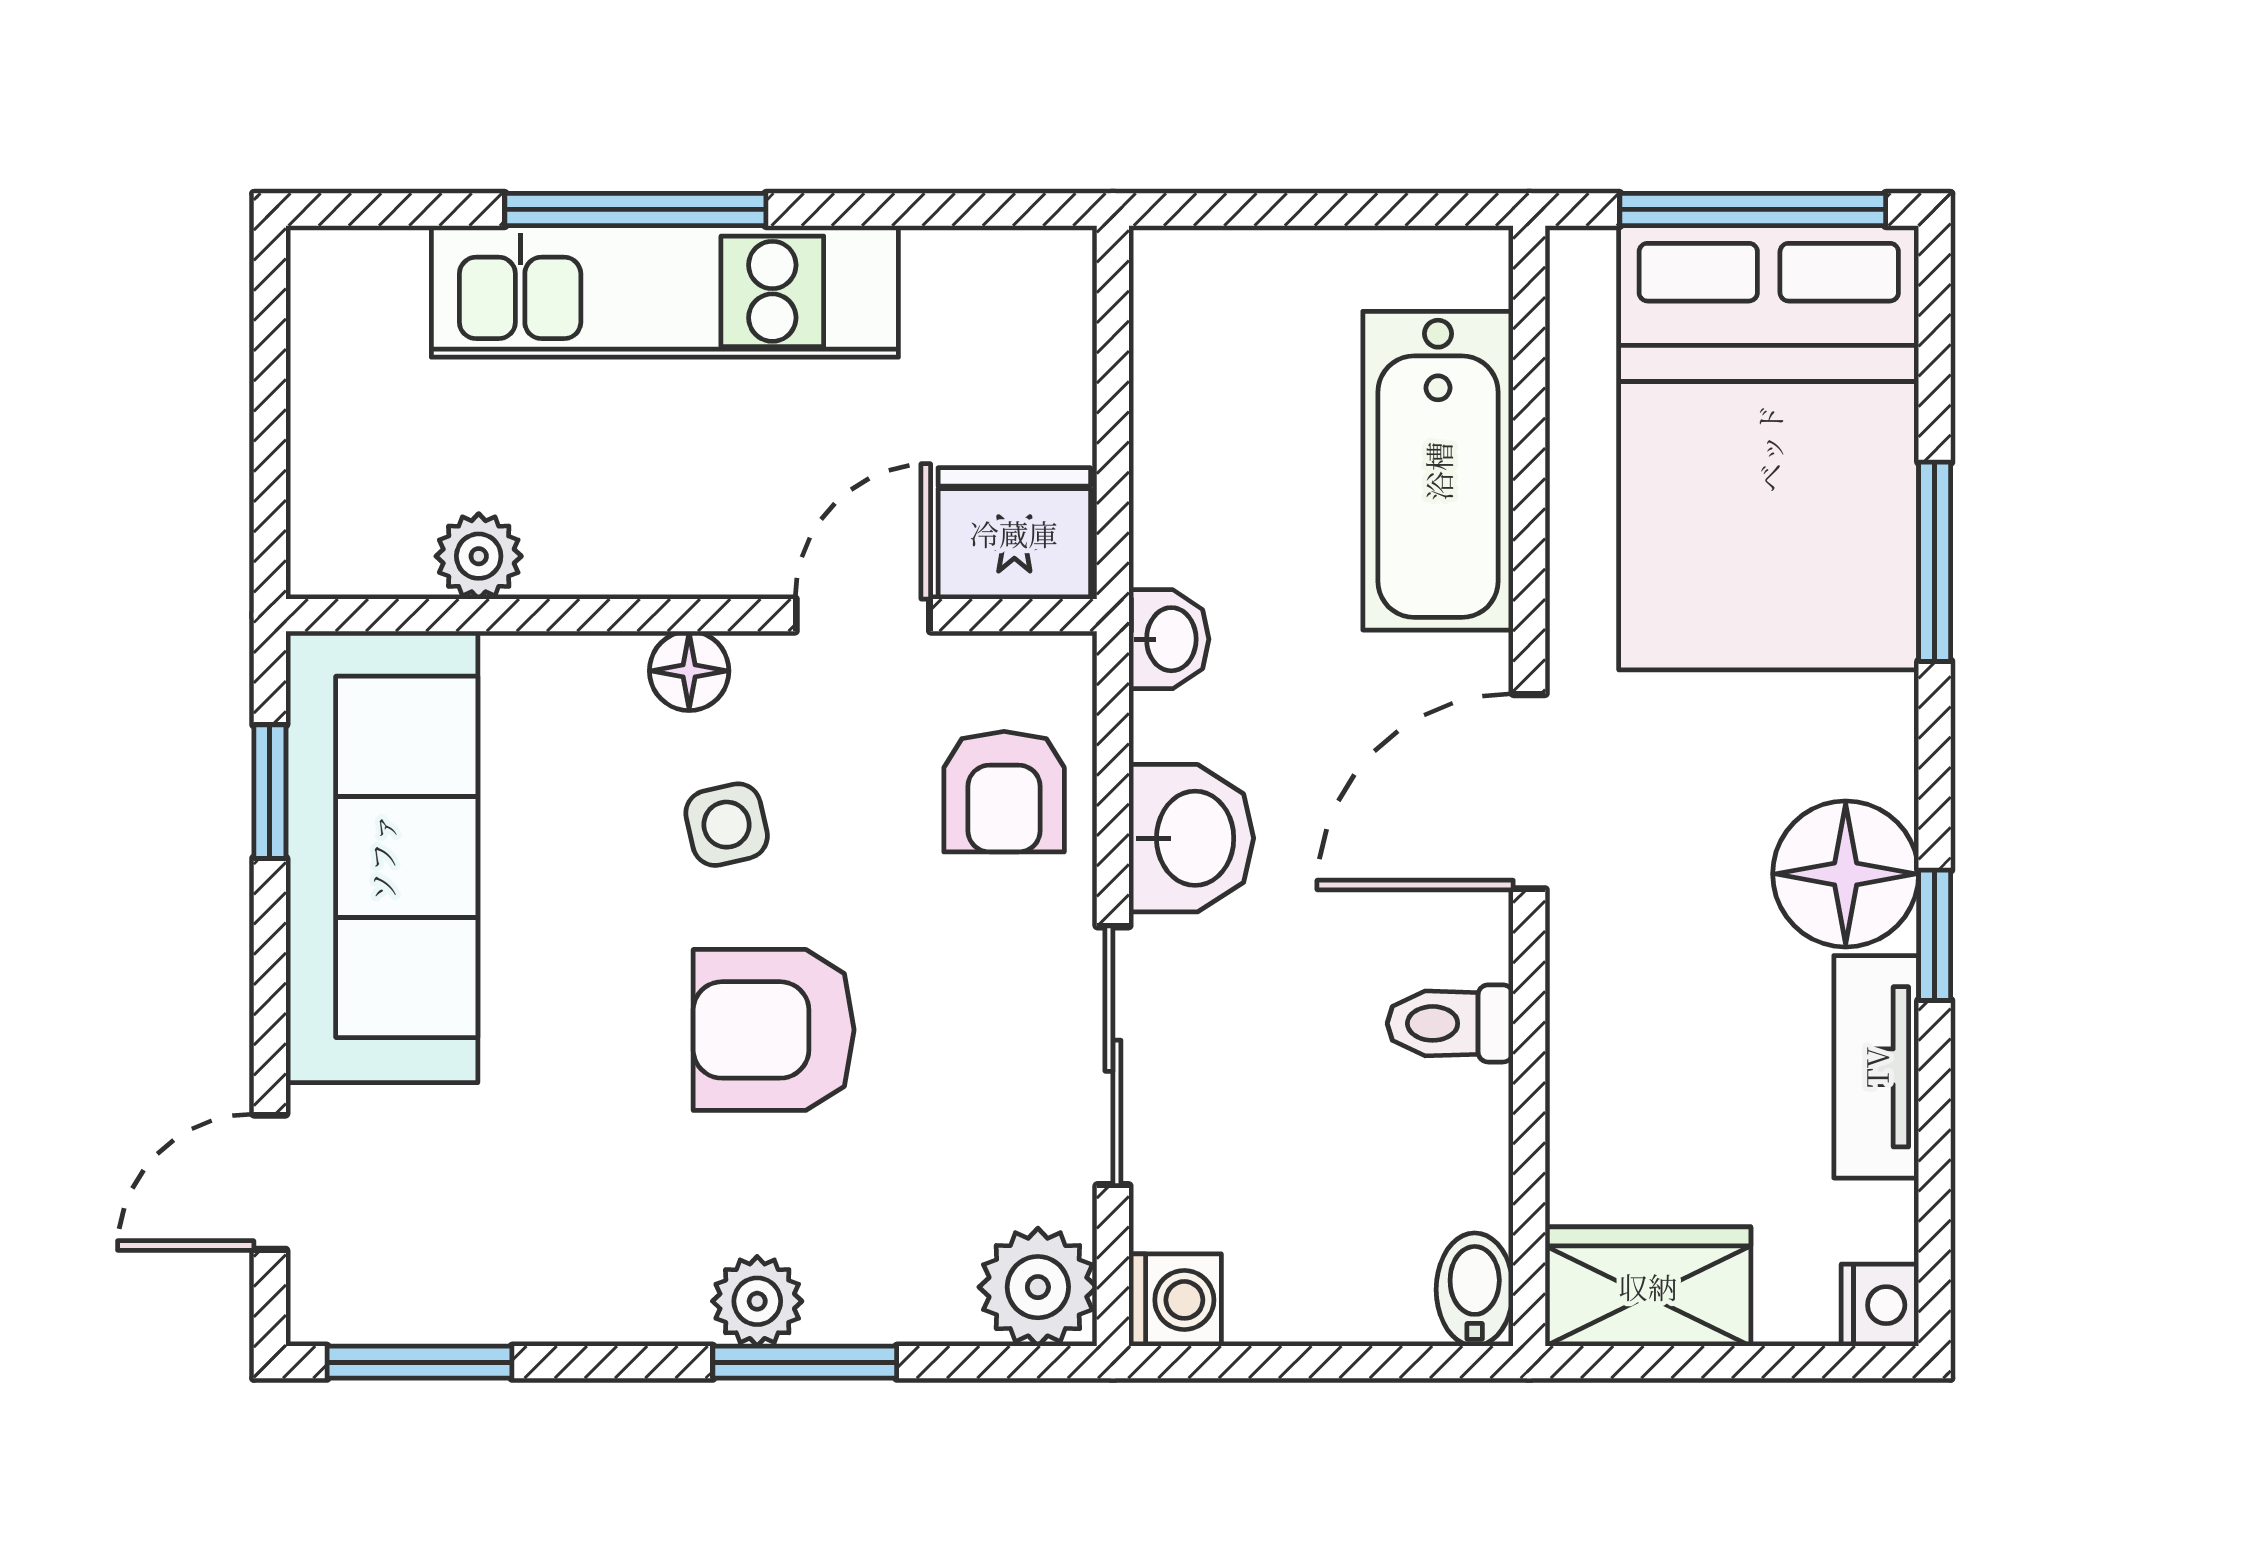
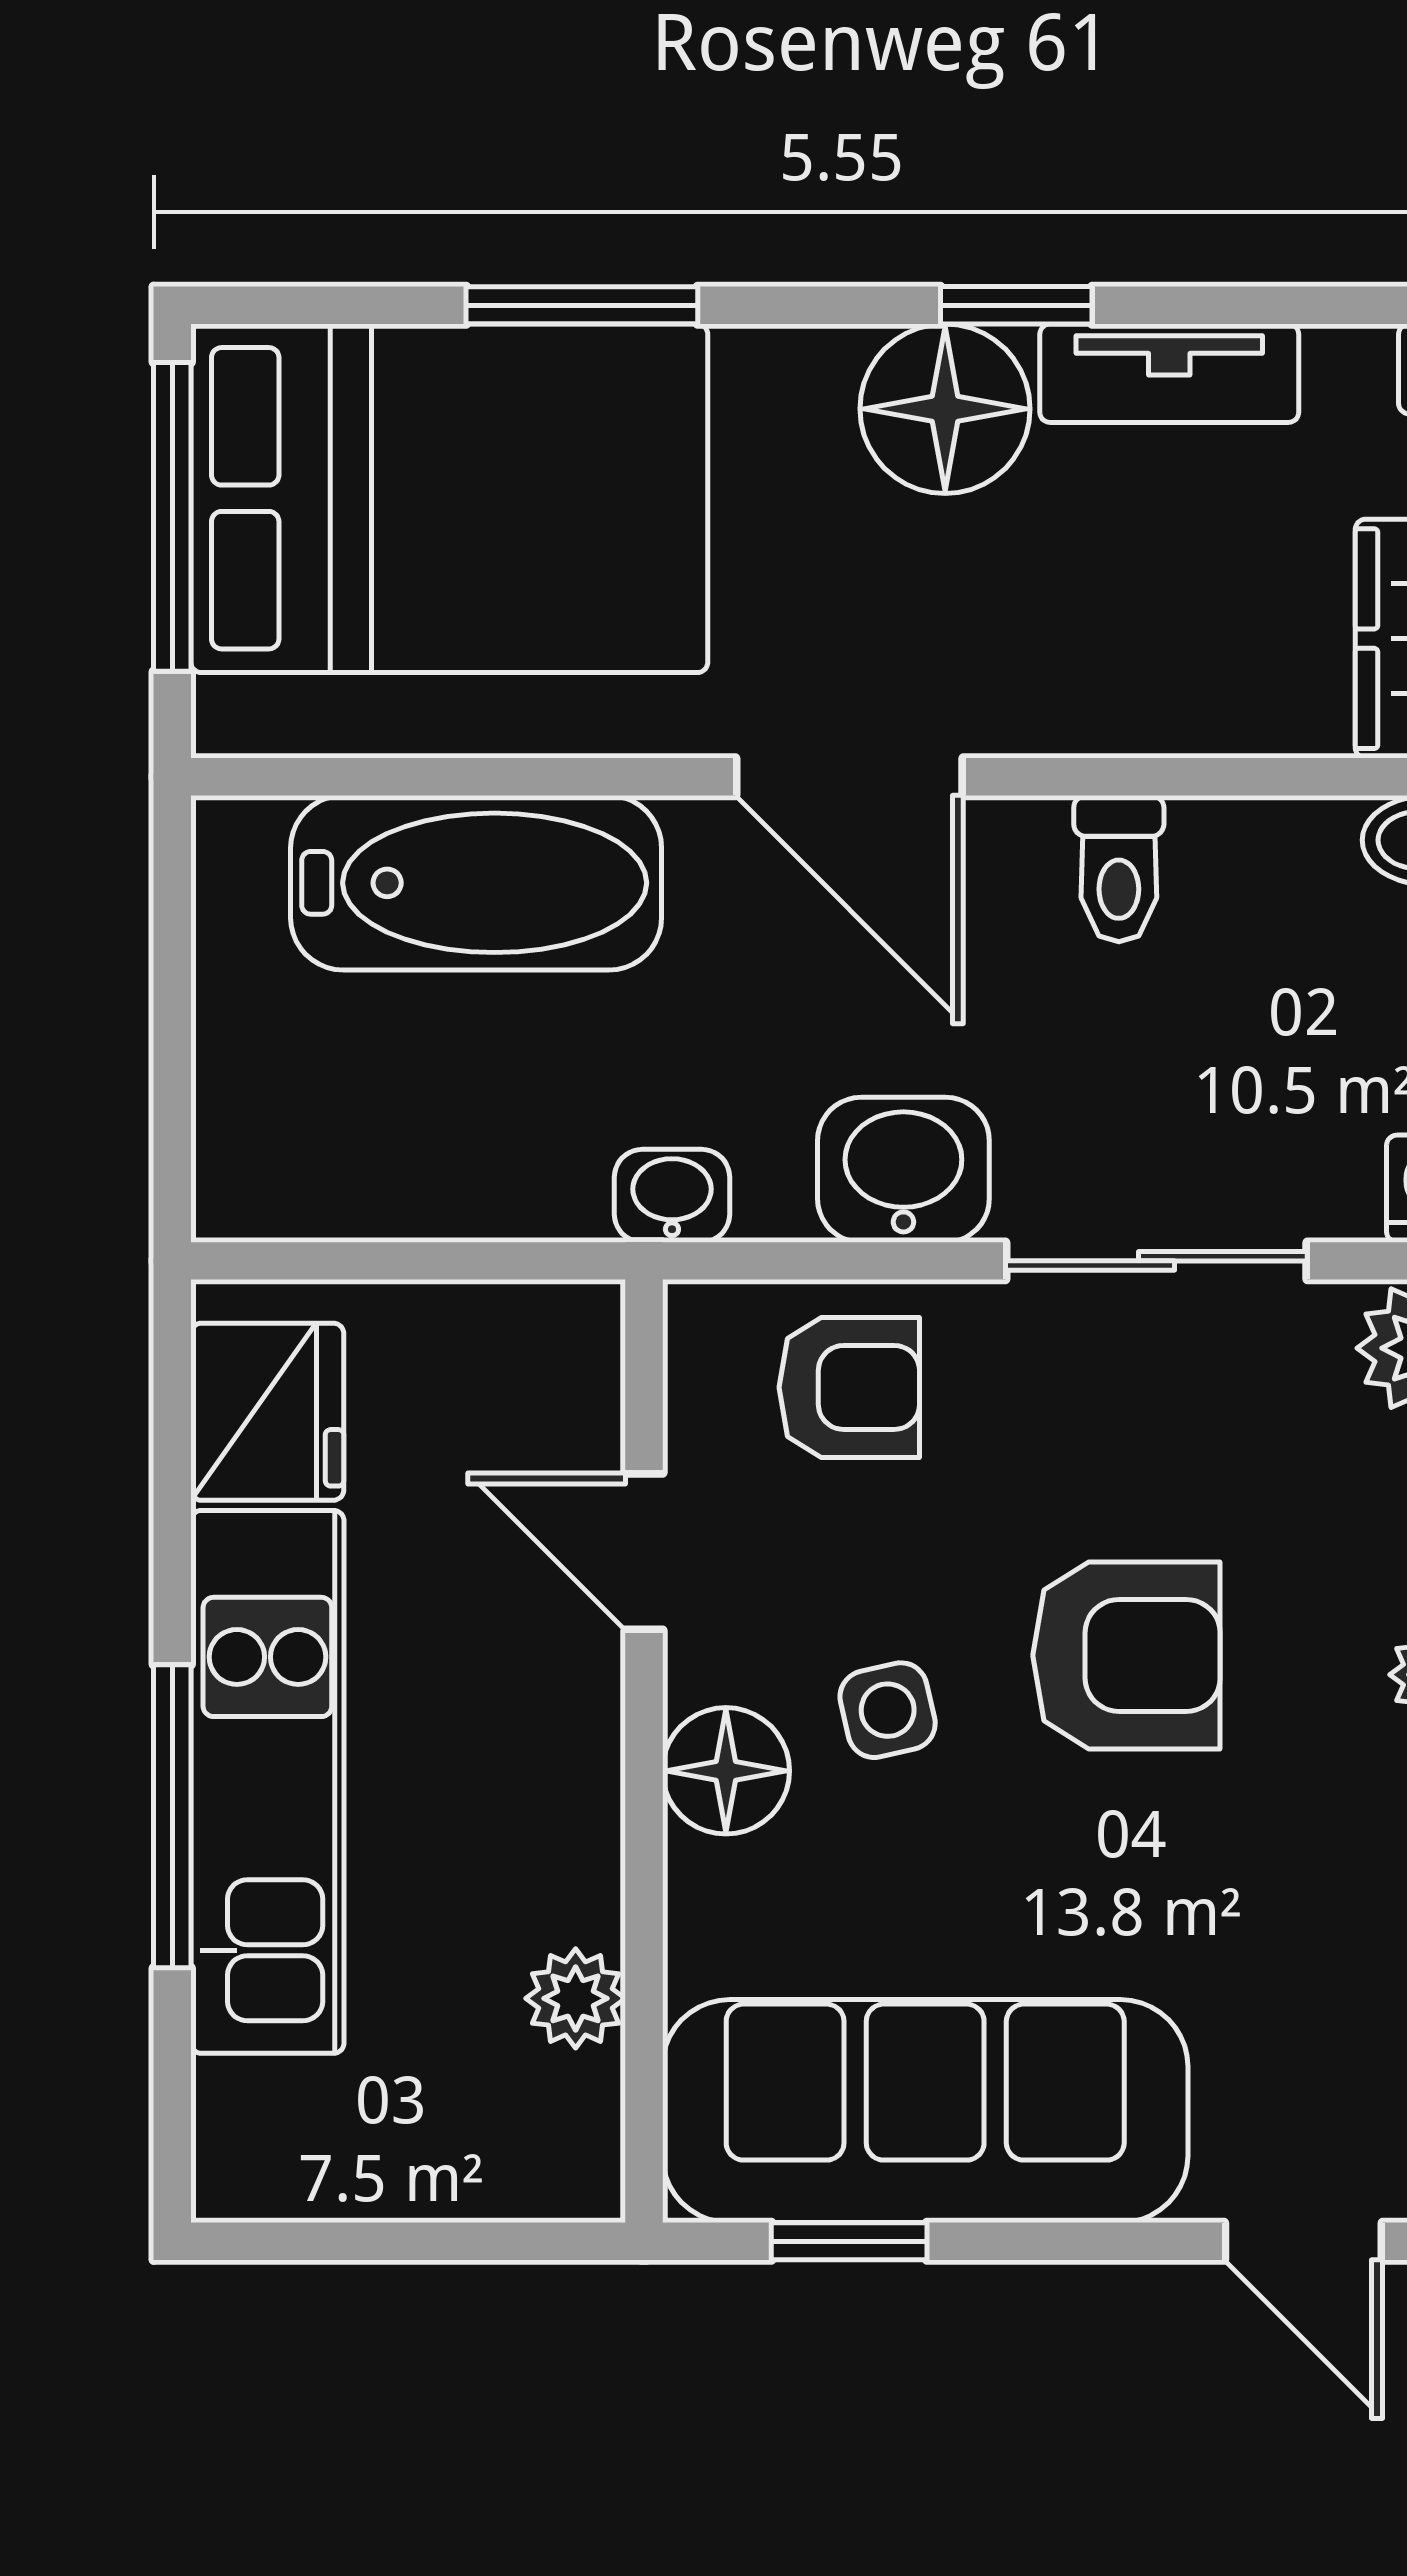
fridge: (1014, 533) -> (267, 1412), moved, turned 180
floor lamp: (689, 671) -> (726, 1771), width x1.37, depth x1.37
armchair: (774, 1030) -> (1126, 1655), turned -90

